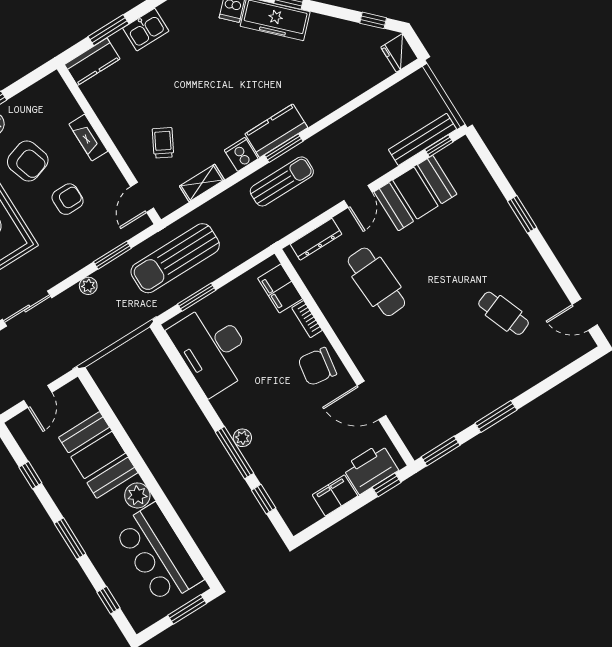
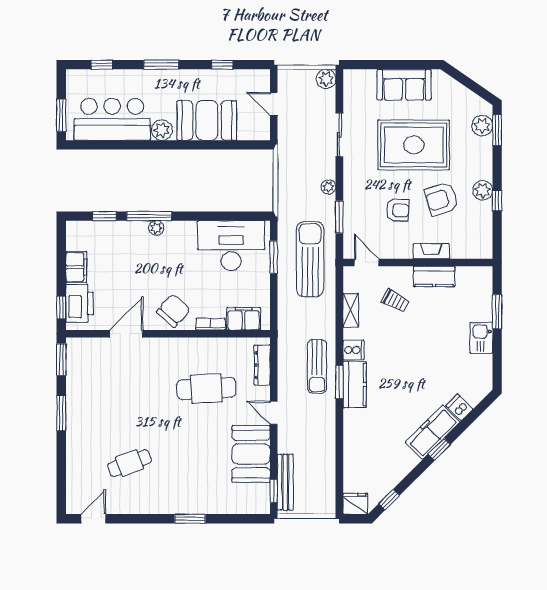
kitchen counter: (92, 62) -> (434, 276), moved, turned -90
armchair: (68, 199) -> (398, 210), turned -88
chair: (317, 367) -> (173, 311), turned 32

